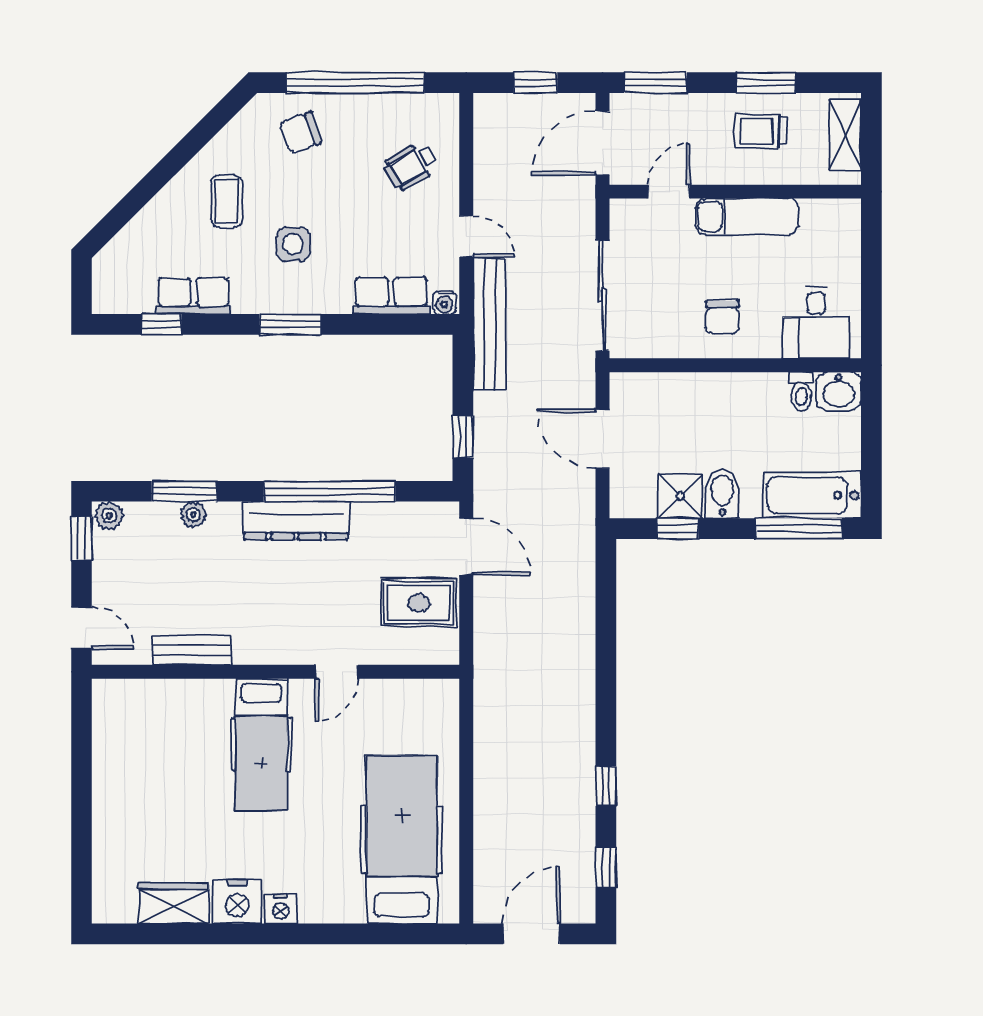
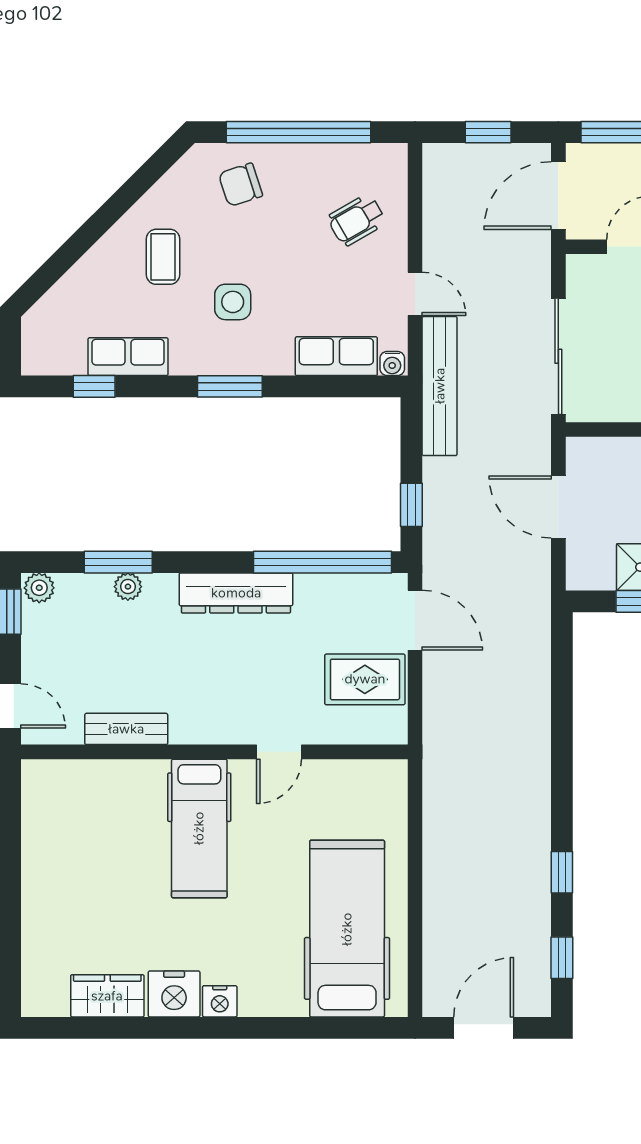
window: (330, 491) -> (323, 562), moved

